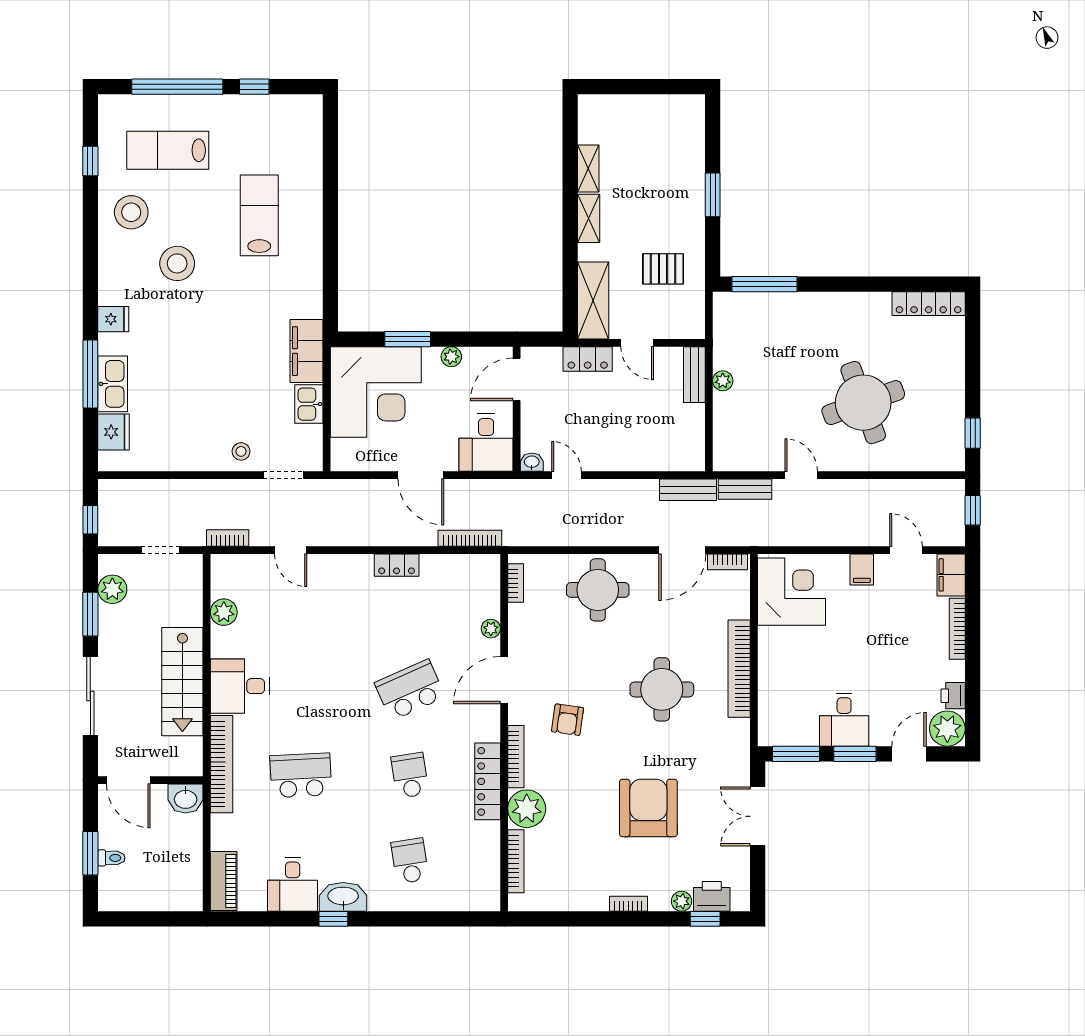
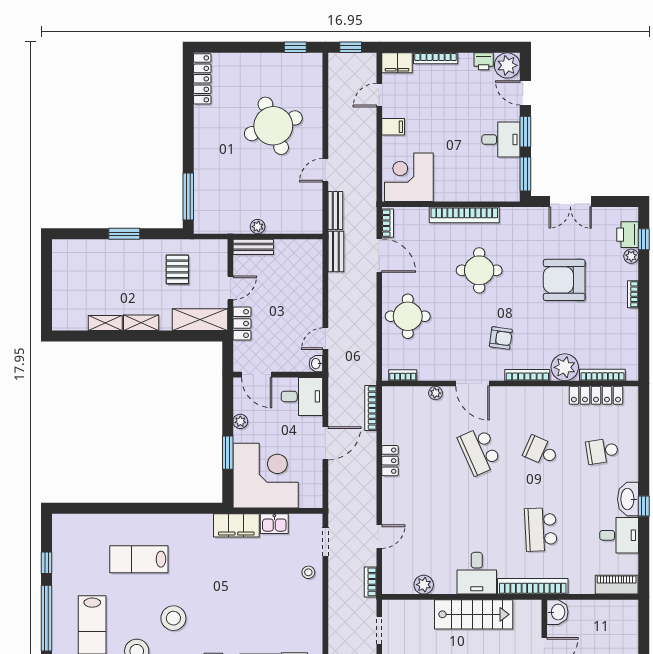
school desk: (410, 775) -> (541, 451), turned 33
locker: (488, 781) -> (596, 395), moved

